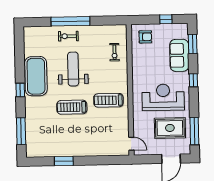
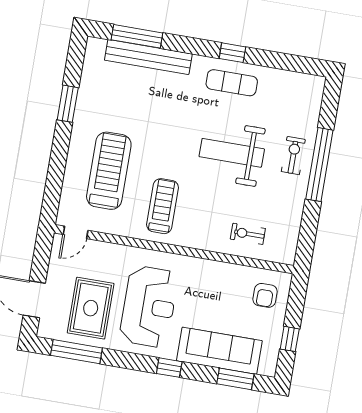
sofa: (179, 55) -> (219, 351), width x1.36
weight bench: (73, 69) -> (232, 153), turned 180
exercise mat: (36, 76) -> (232, 83), width x0.50, depth x0.69
window: (20, 90) -> (232, 53), moved
treadmill: (72, 107) -> (109, 171), moved, width x1.37, depth x1.38
bench: (31, 123) -> (148, 57), added

